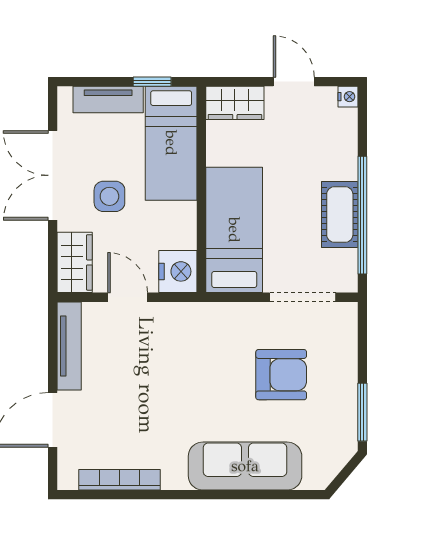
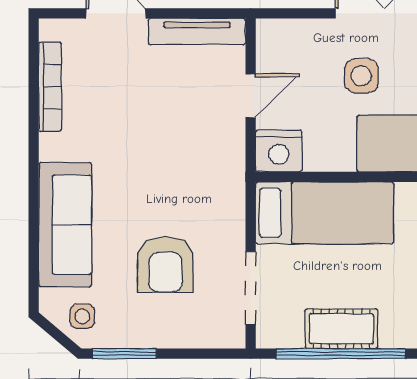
wardrobe: (75, 262) -> (289, 38), removed
side table: (328, 450) -> (82, 316), added

